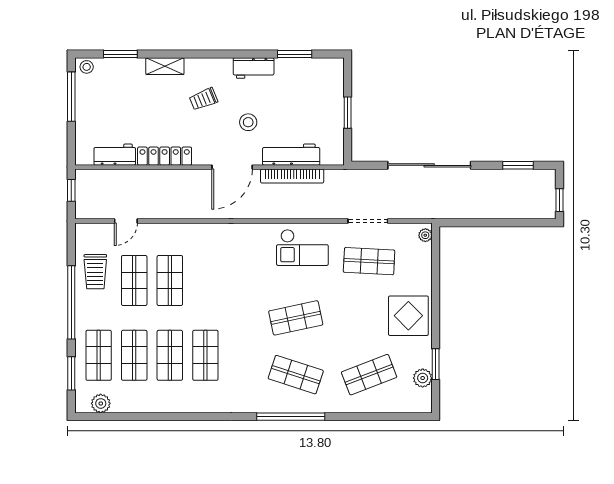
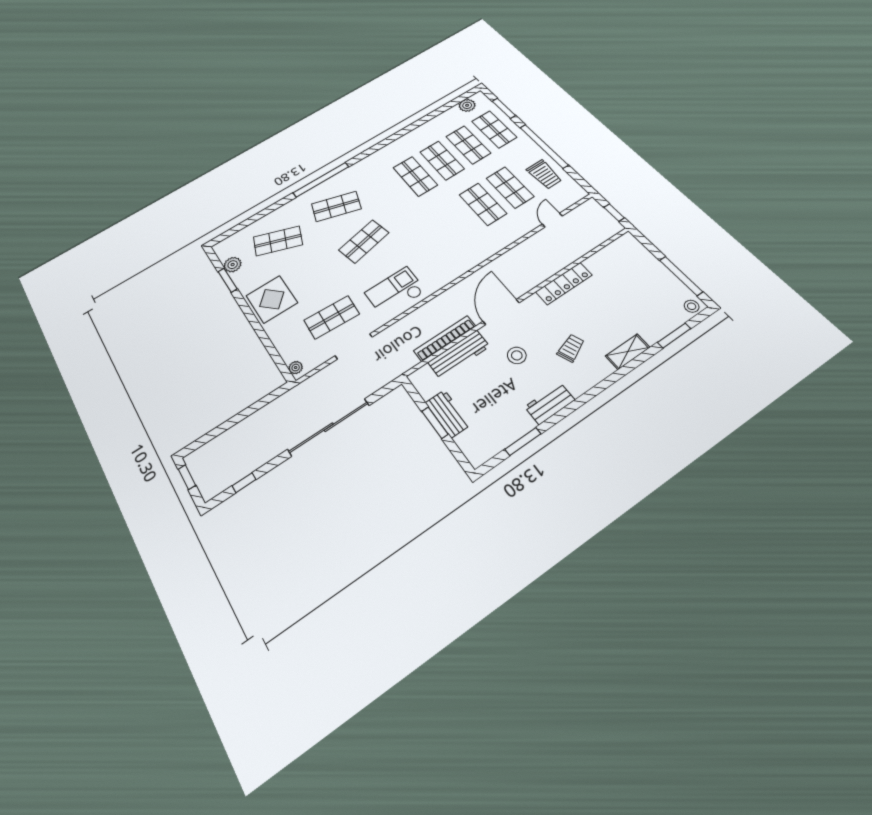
workbench: (115, 155) -> (448, 414), moved, turned -90
window: (518, 165) -> (244, 483), width x0.67
trolley: (95, 272) -> (544, 174), turned 180
shop shelf: (369, 375) -> (278, 241), turned 42

